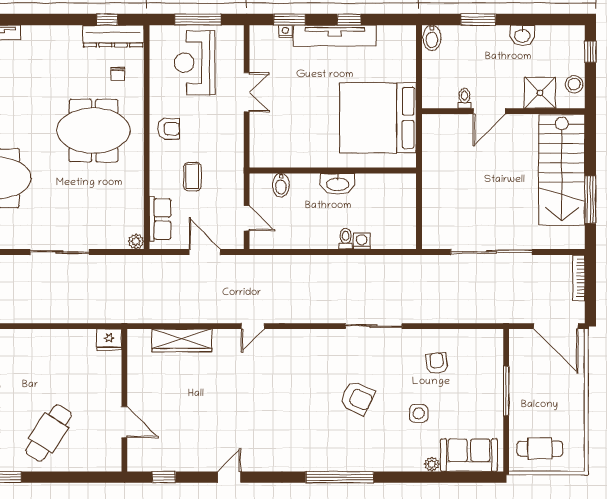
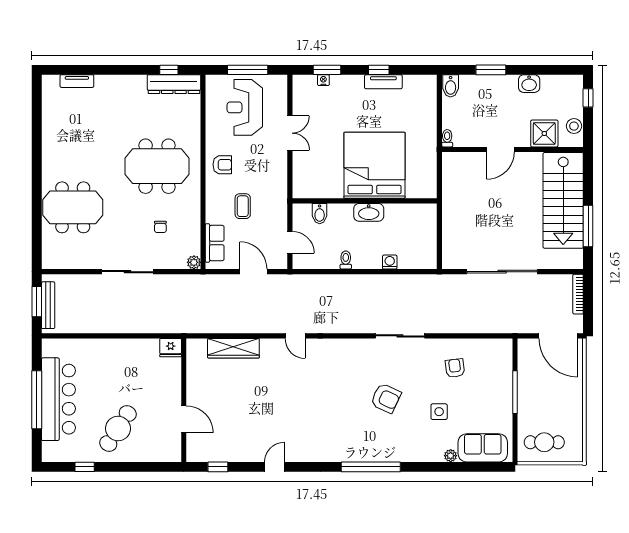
tv unit: (335, 36) -> (383, 82), width x0.52, depth x0.78
chair: (118, 74) -> (160, 227), moved
toilet: (464, 98) -> (447, 138), moved
bed: (378, 118) -> (375, 165), moved, turned 90
toilet: (346, 239) -> (346, 260), moved
door: (253, 326) -> (295, 336), hinge flipped

